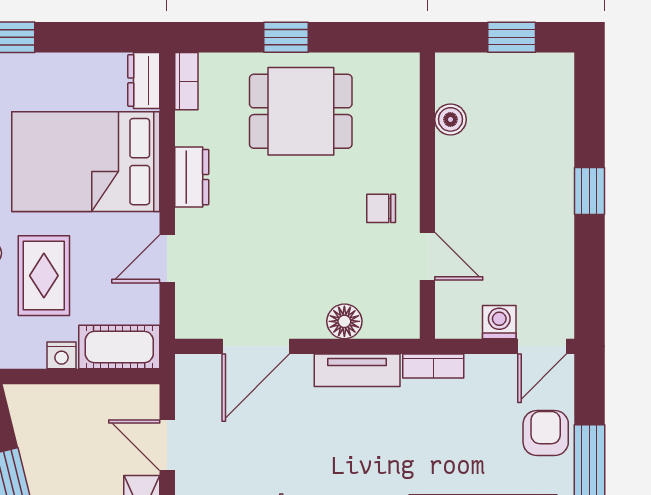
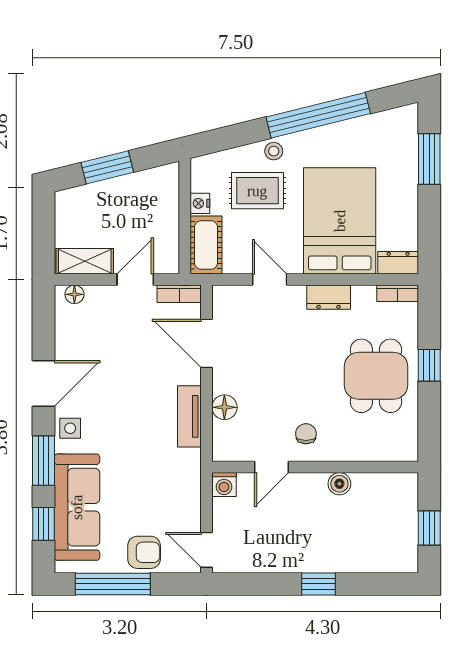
boiler: (450, 119) -> (339, 484), moved
washing machine: (499, 322) -> (224, 485), moved, turned 90
bookcase: (433, 366) -> (179, 294), moved, turned -90

